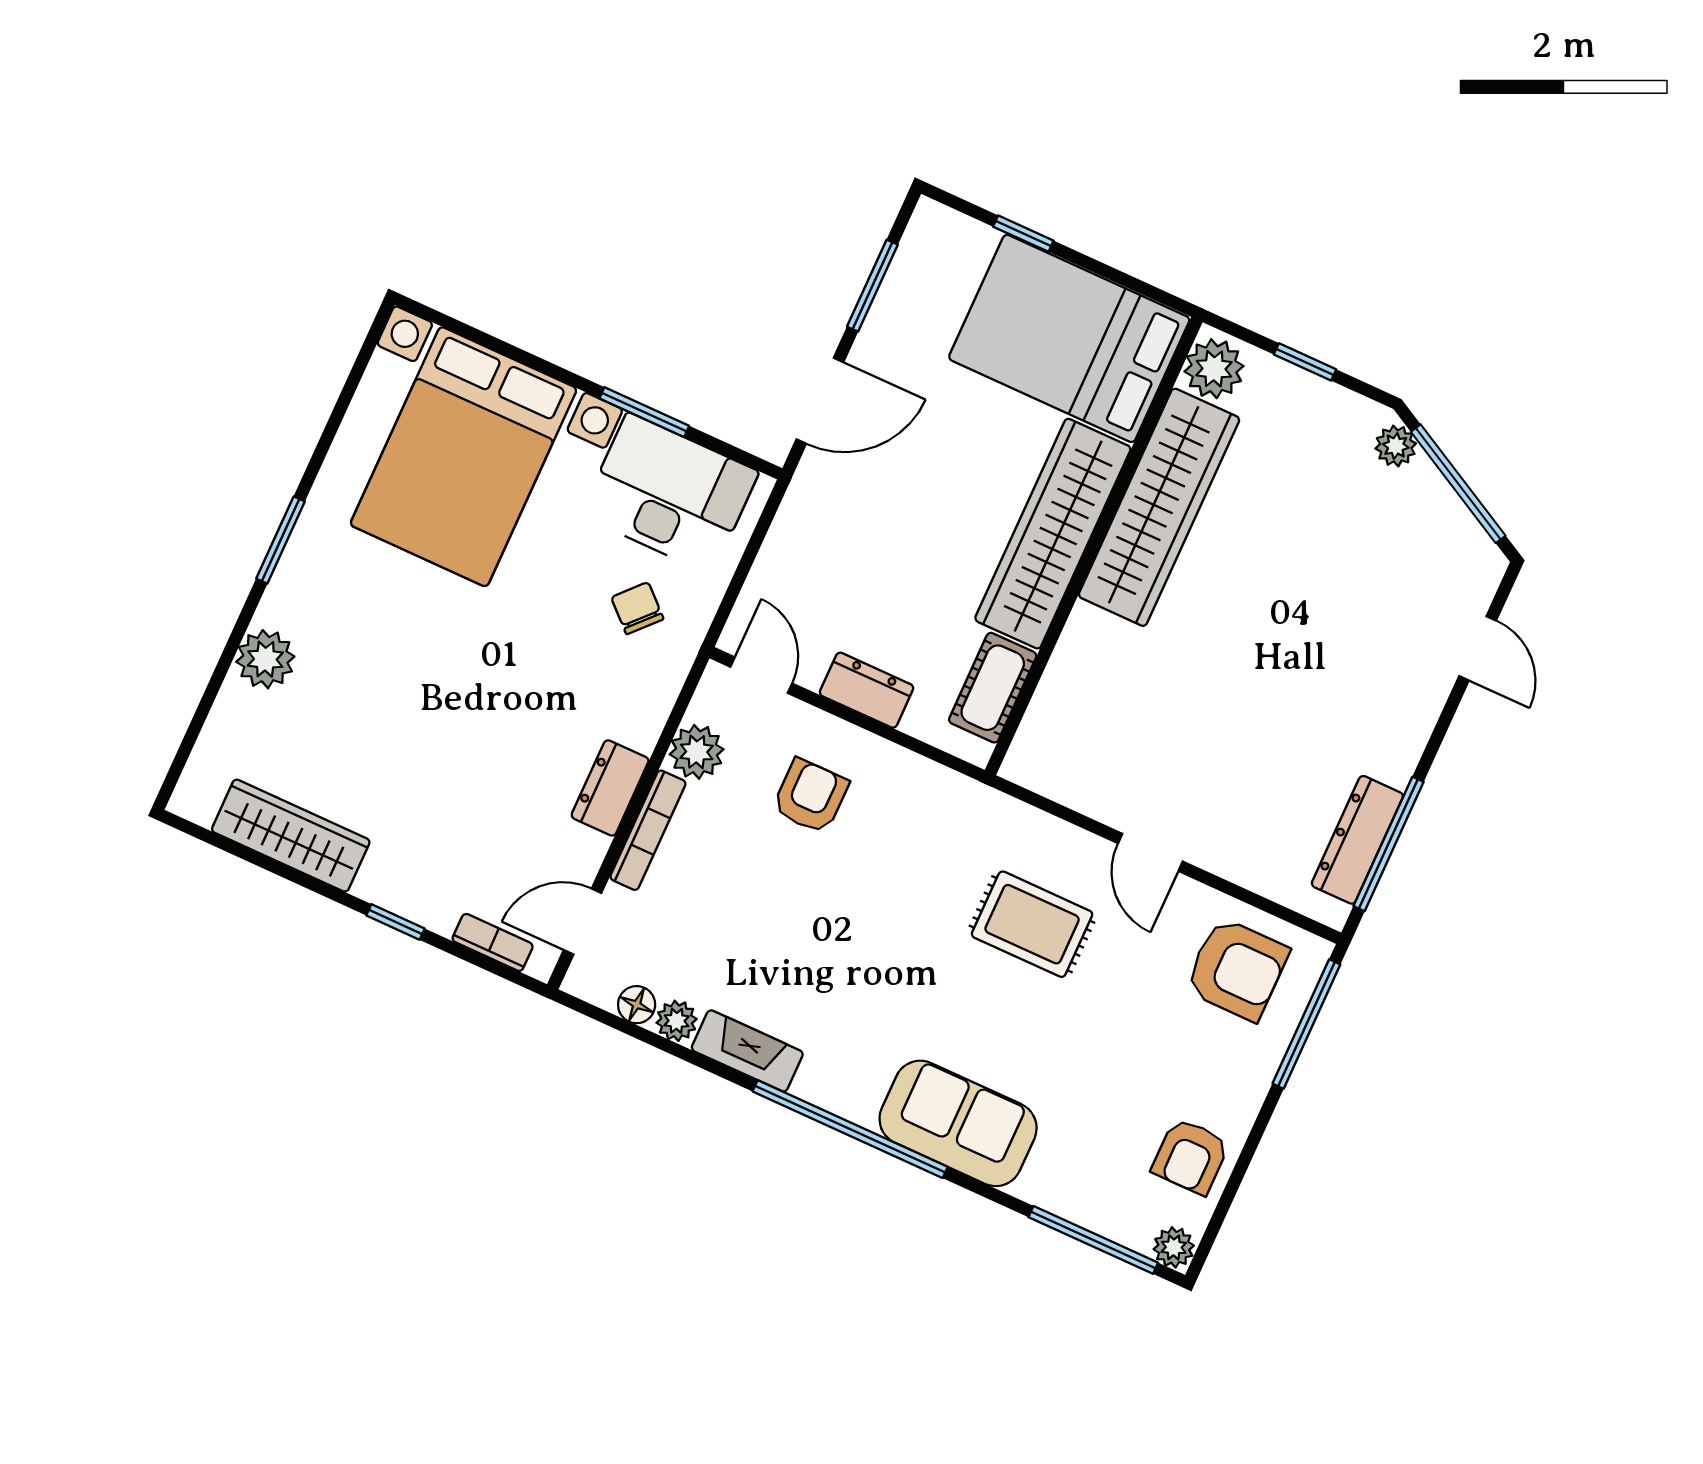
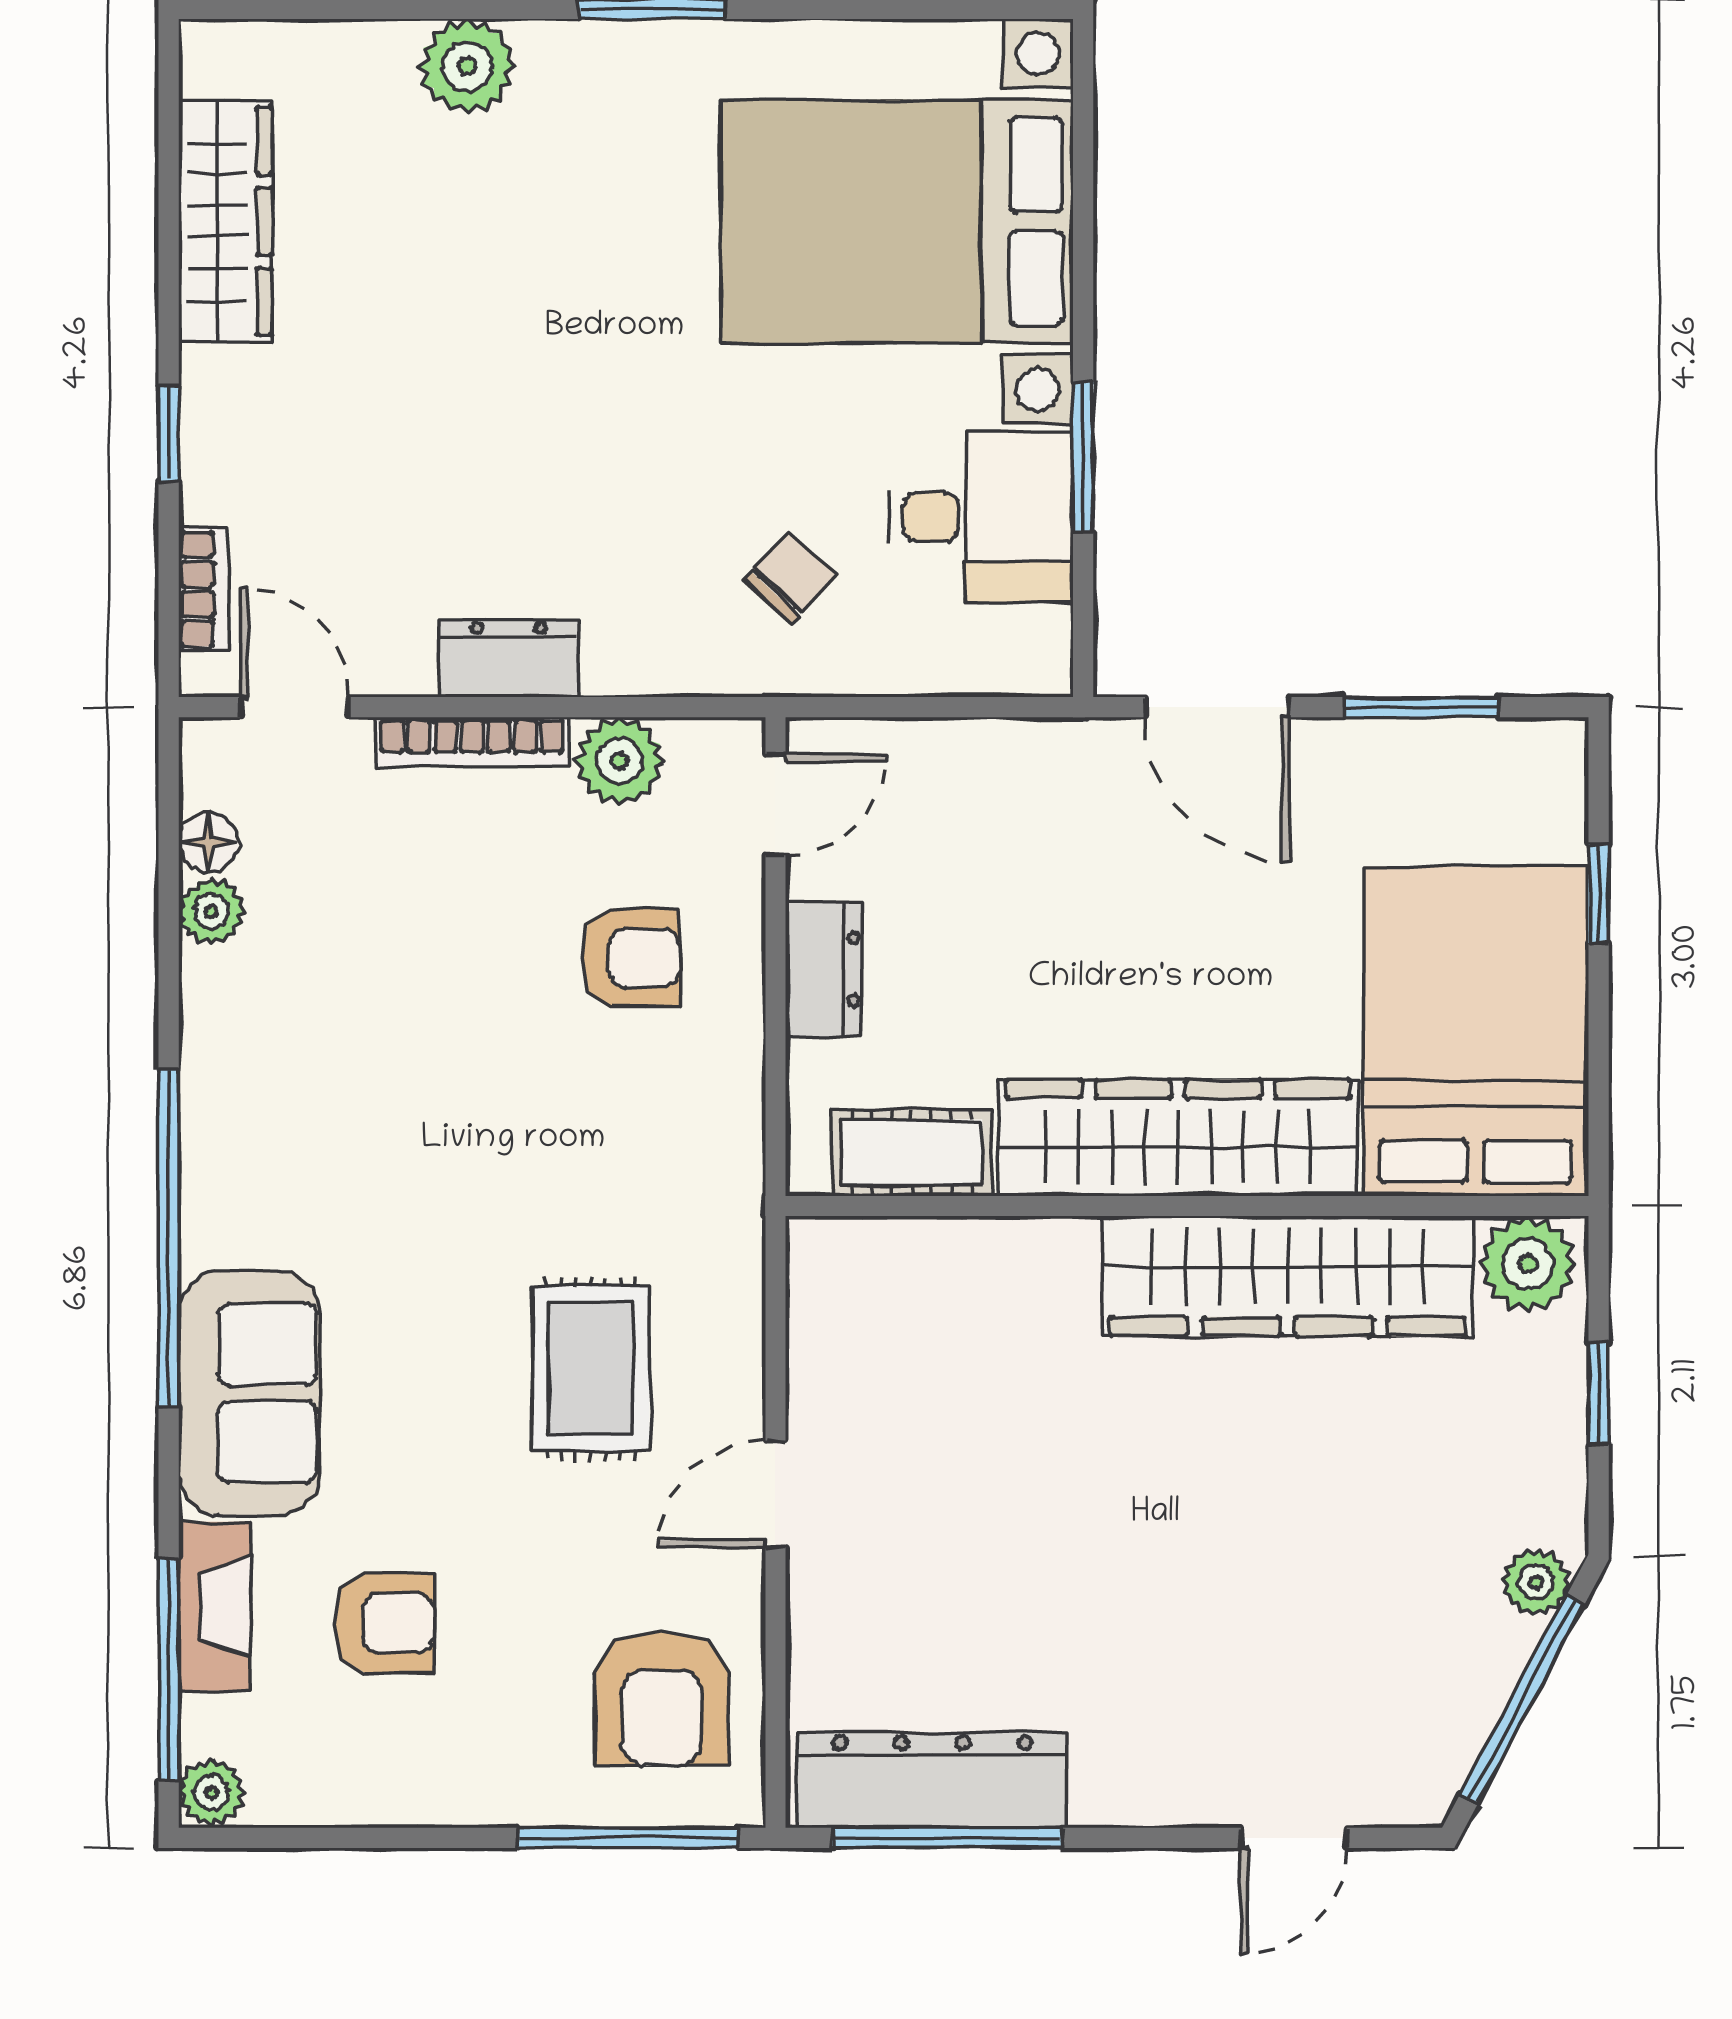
desk: (670, 493) -> (981, 517), width x0.73
dresser: (1357, 840) -> (932, 1780), width x1.37, depth x1.24
fireplace: (747, 1051) -> (215, 1606), moved
armchair: (1191, 1156) -> (384, 1623), moved, turned 180

